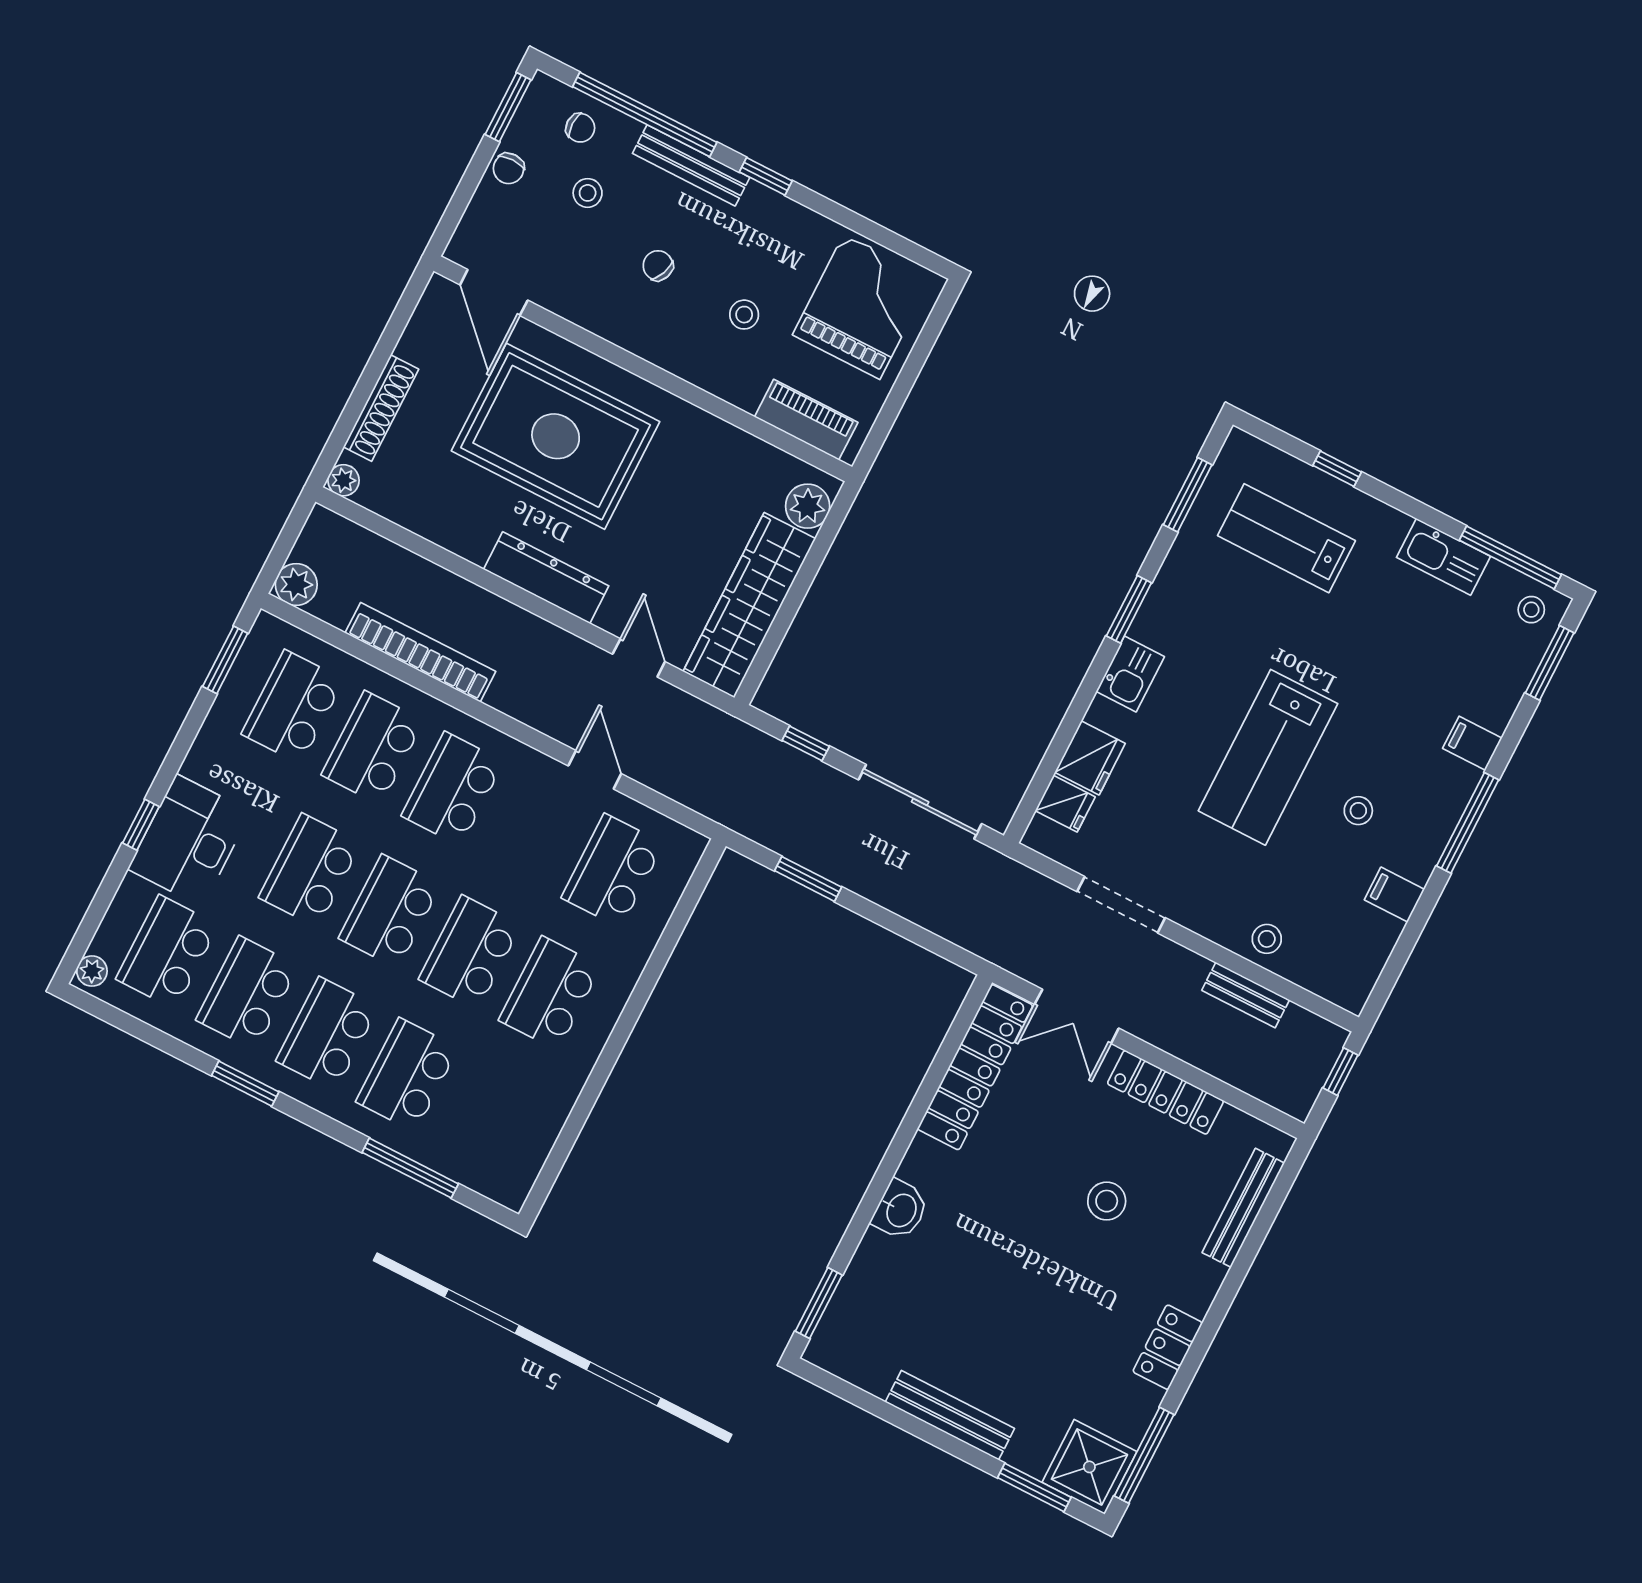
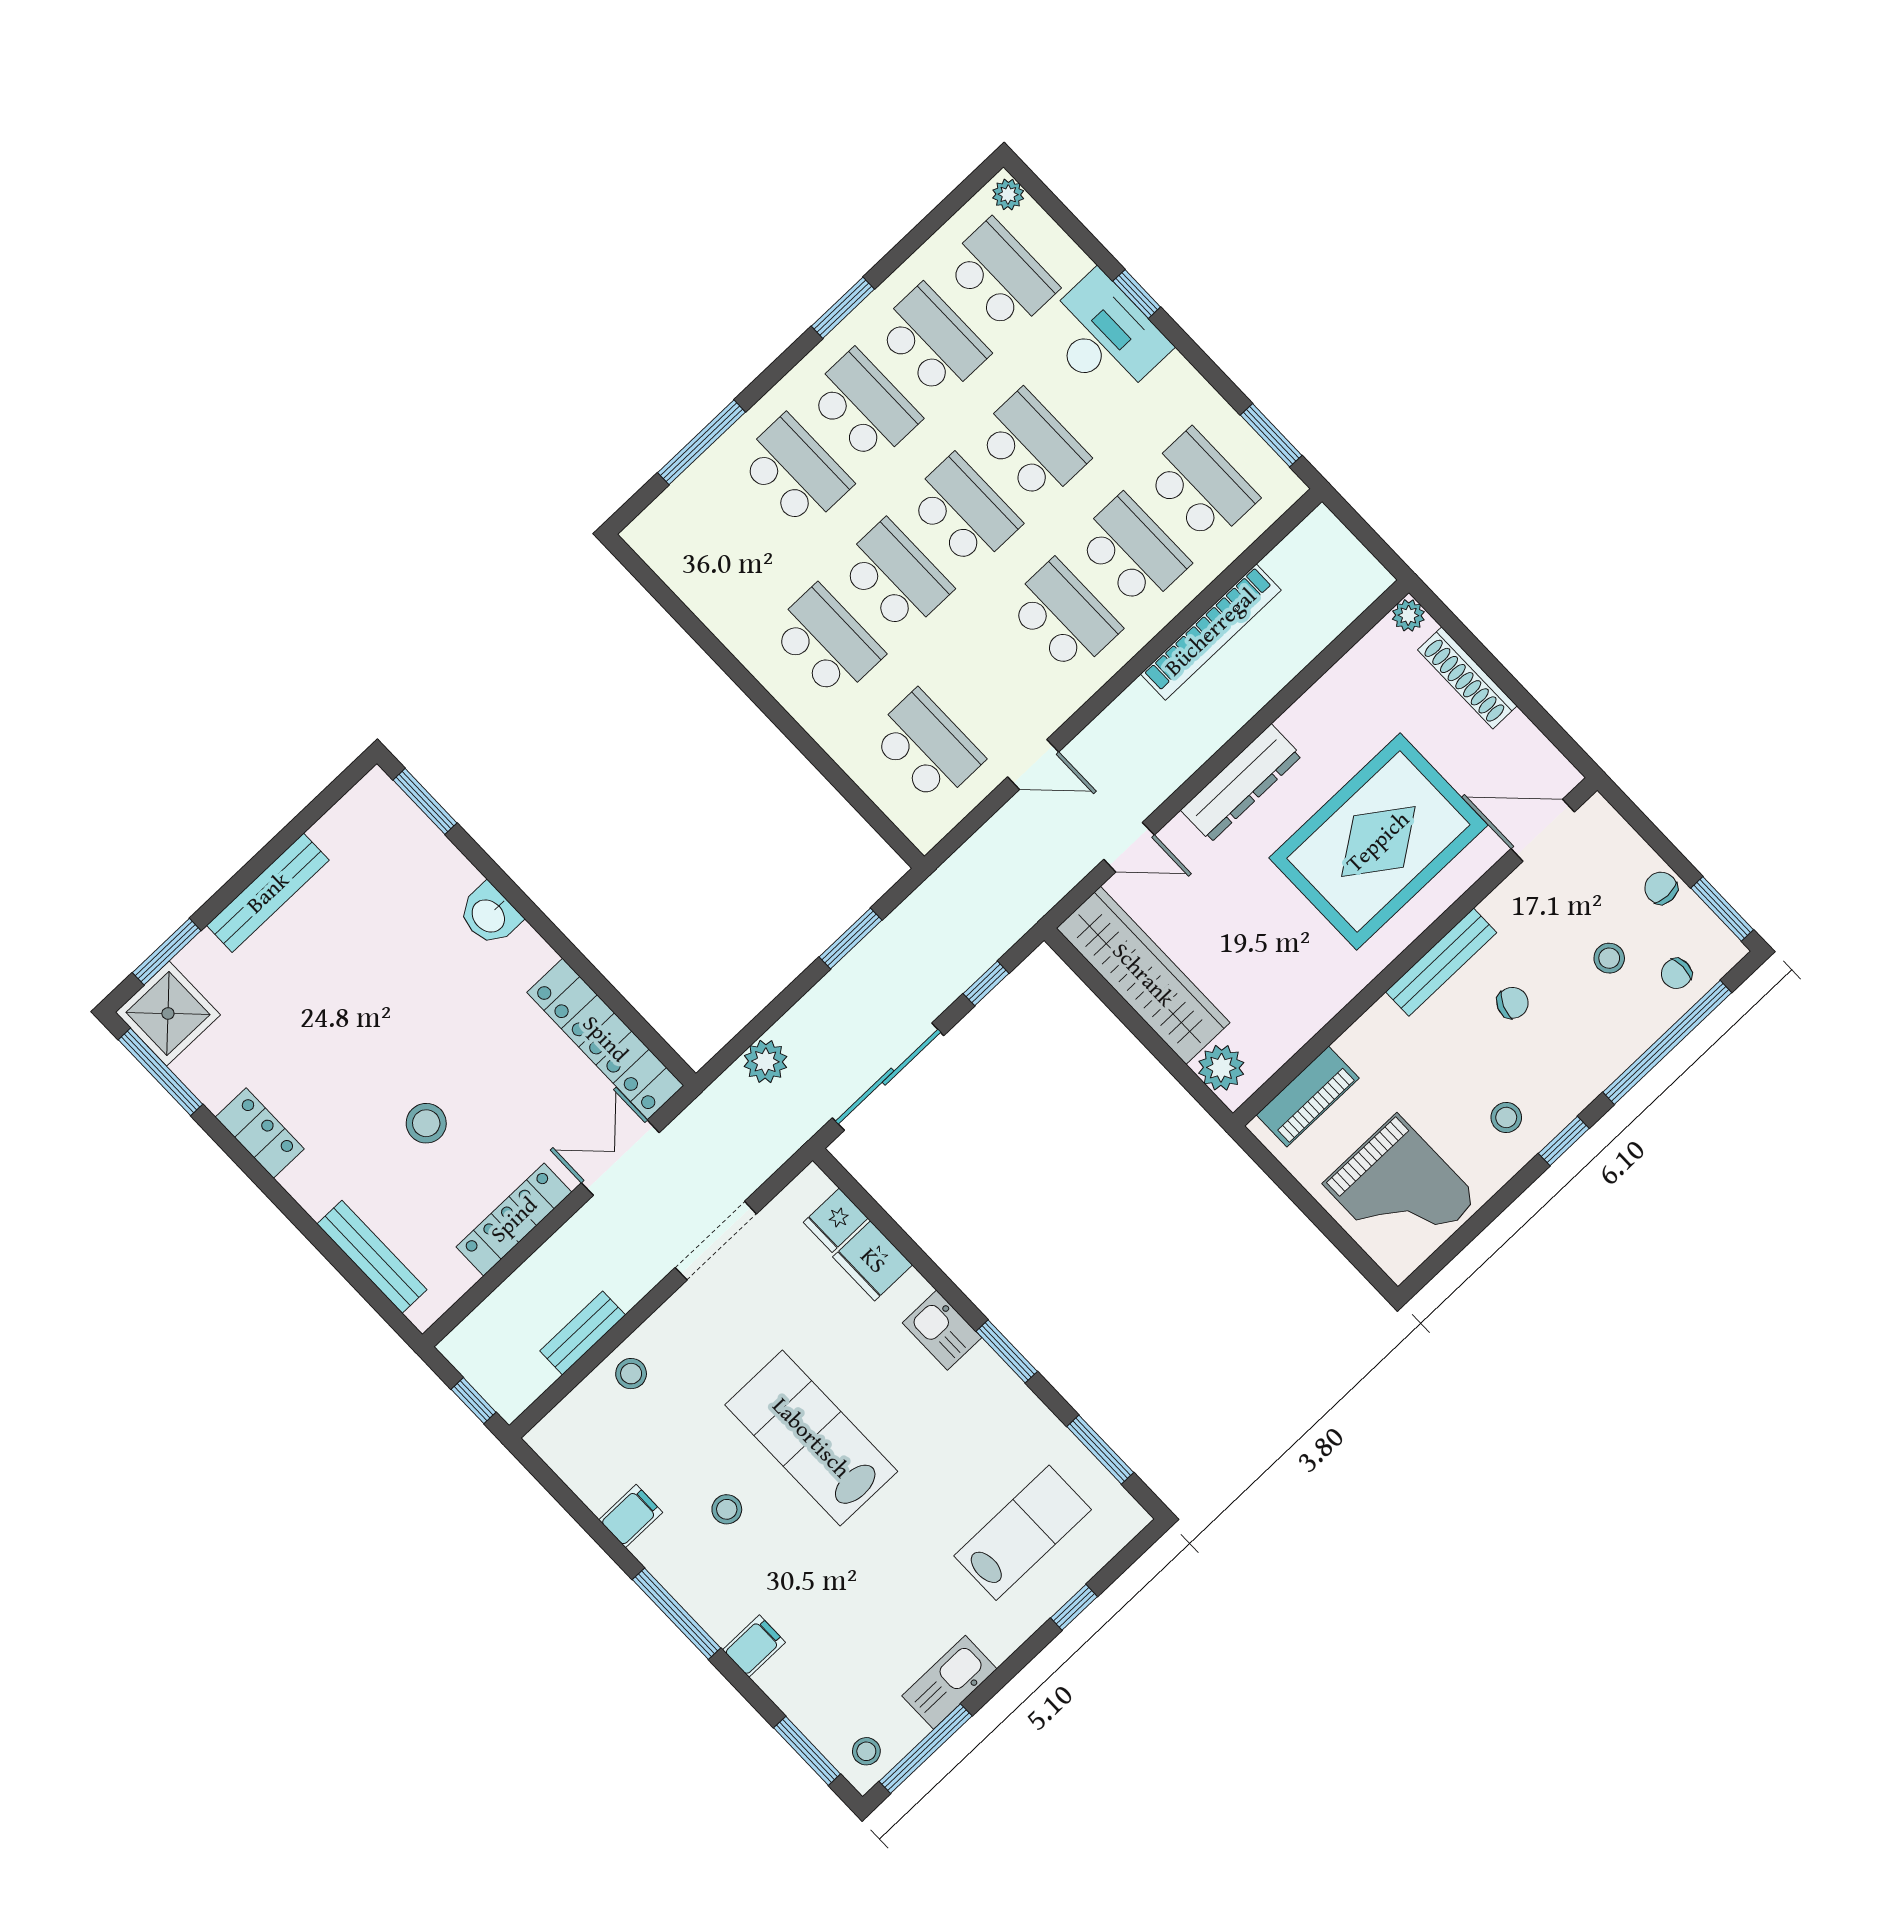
bench: (691, 165) -> (1441, 962), moved
stool: (744, 315) -> (1506, 1117), moved
plant: (296, 585) -> (765, 1061), moved

